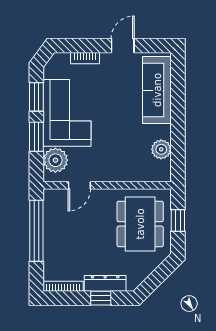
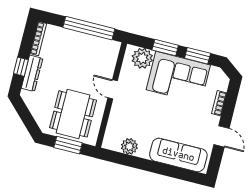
door: (79, 185) -> (113, 89), moved
window: (178, 221) -> (68, 145), width x1.50
dining table: (140, 224) -> (73, 114), turned 90

